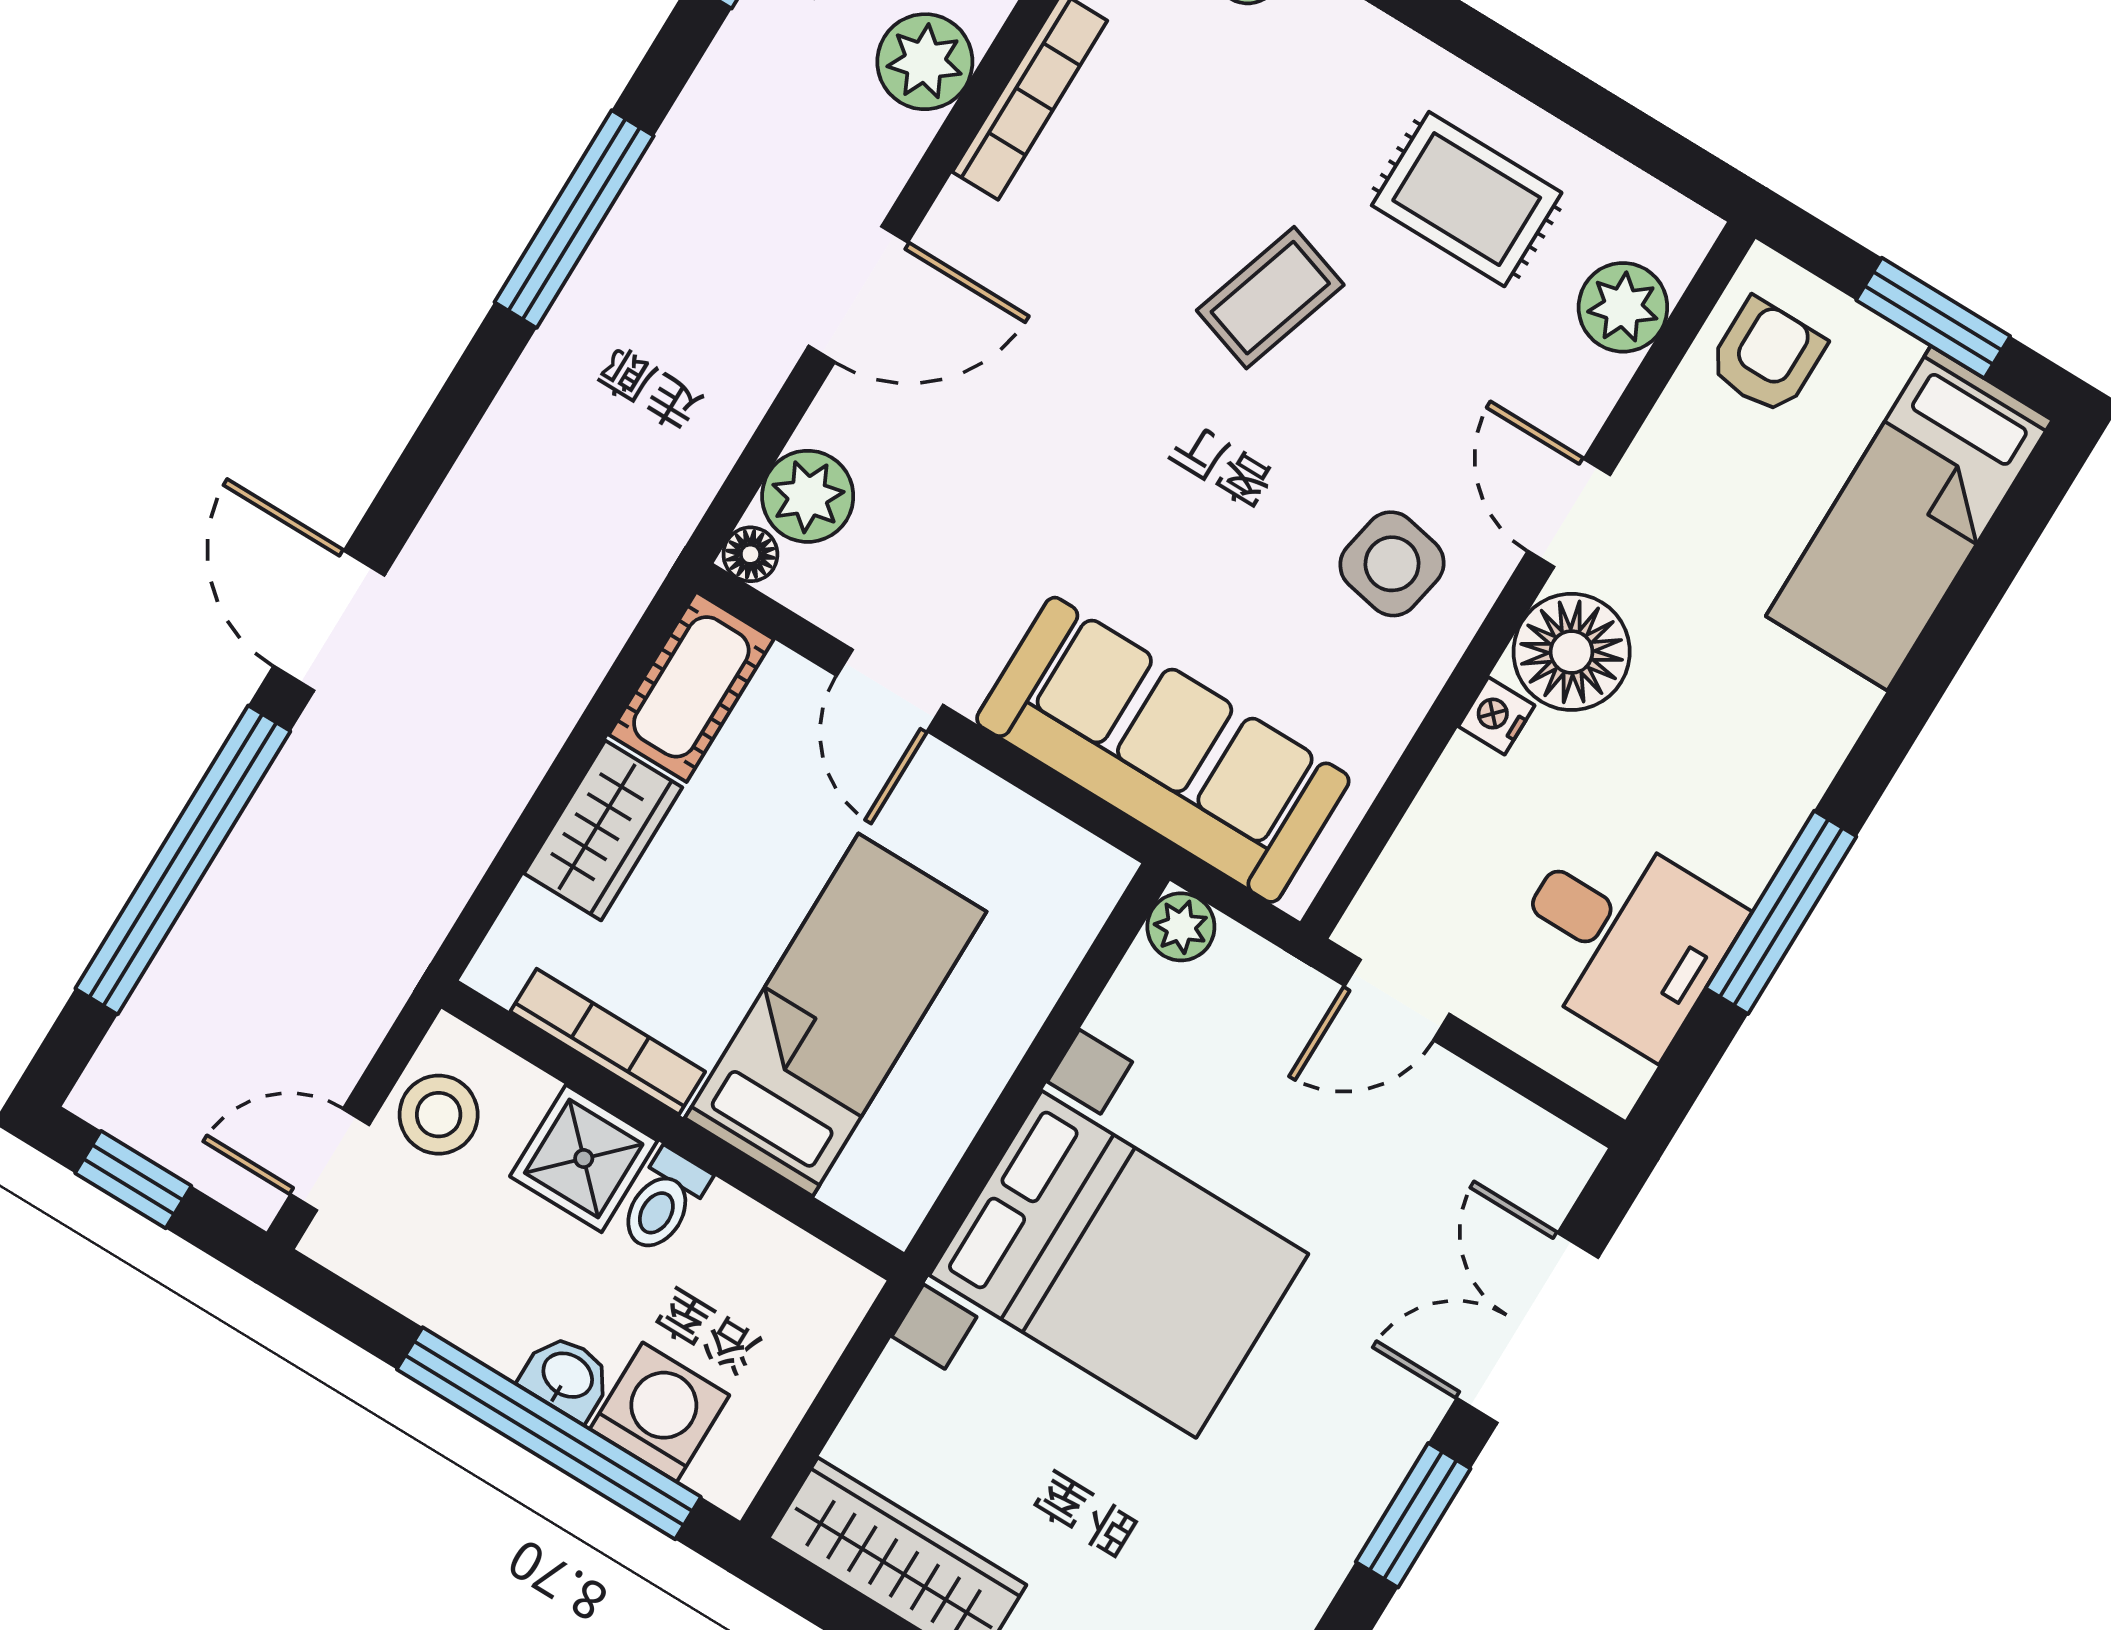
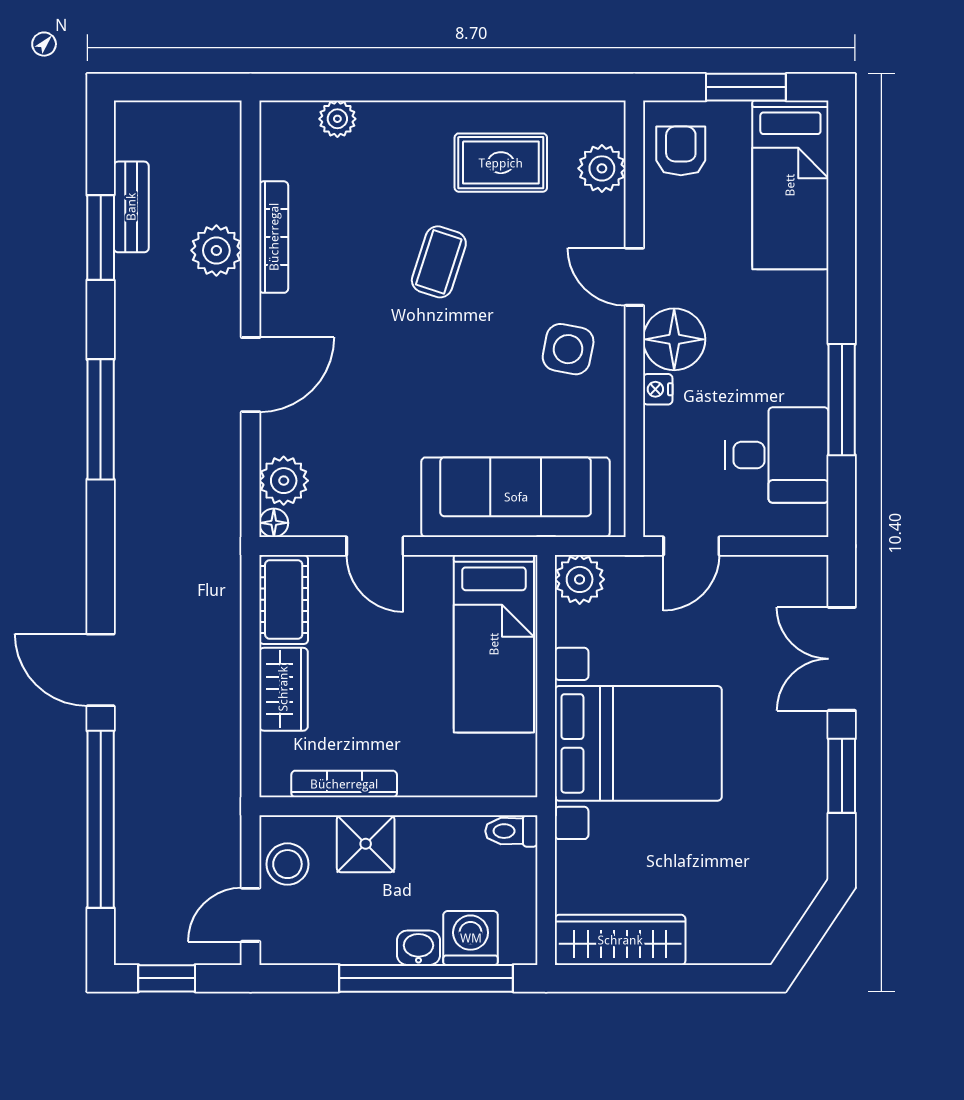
plant: (1181, 927) -> (580, 579), width x1.38, depth x1.38
bed: (836, 1015) -> (494, 644), moved, turned 180
toilet: (663, 1201) -> (511, 831), moved, turned 90

